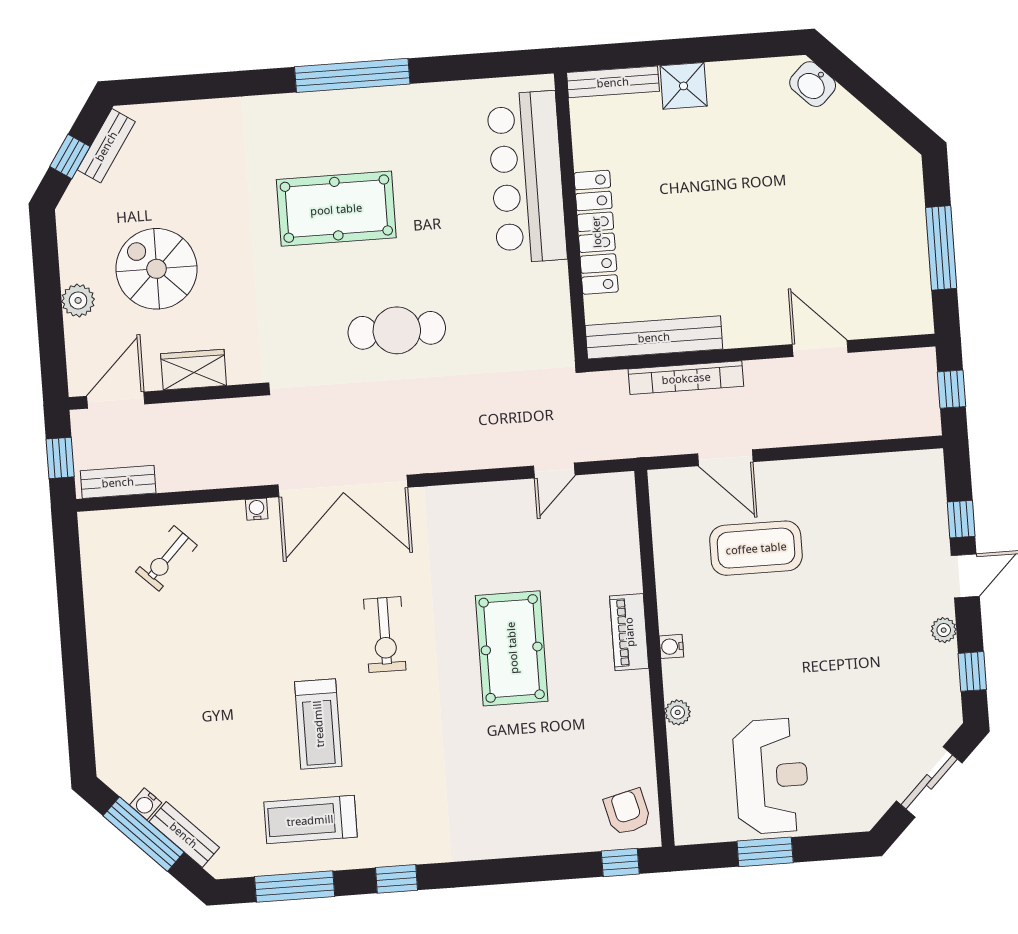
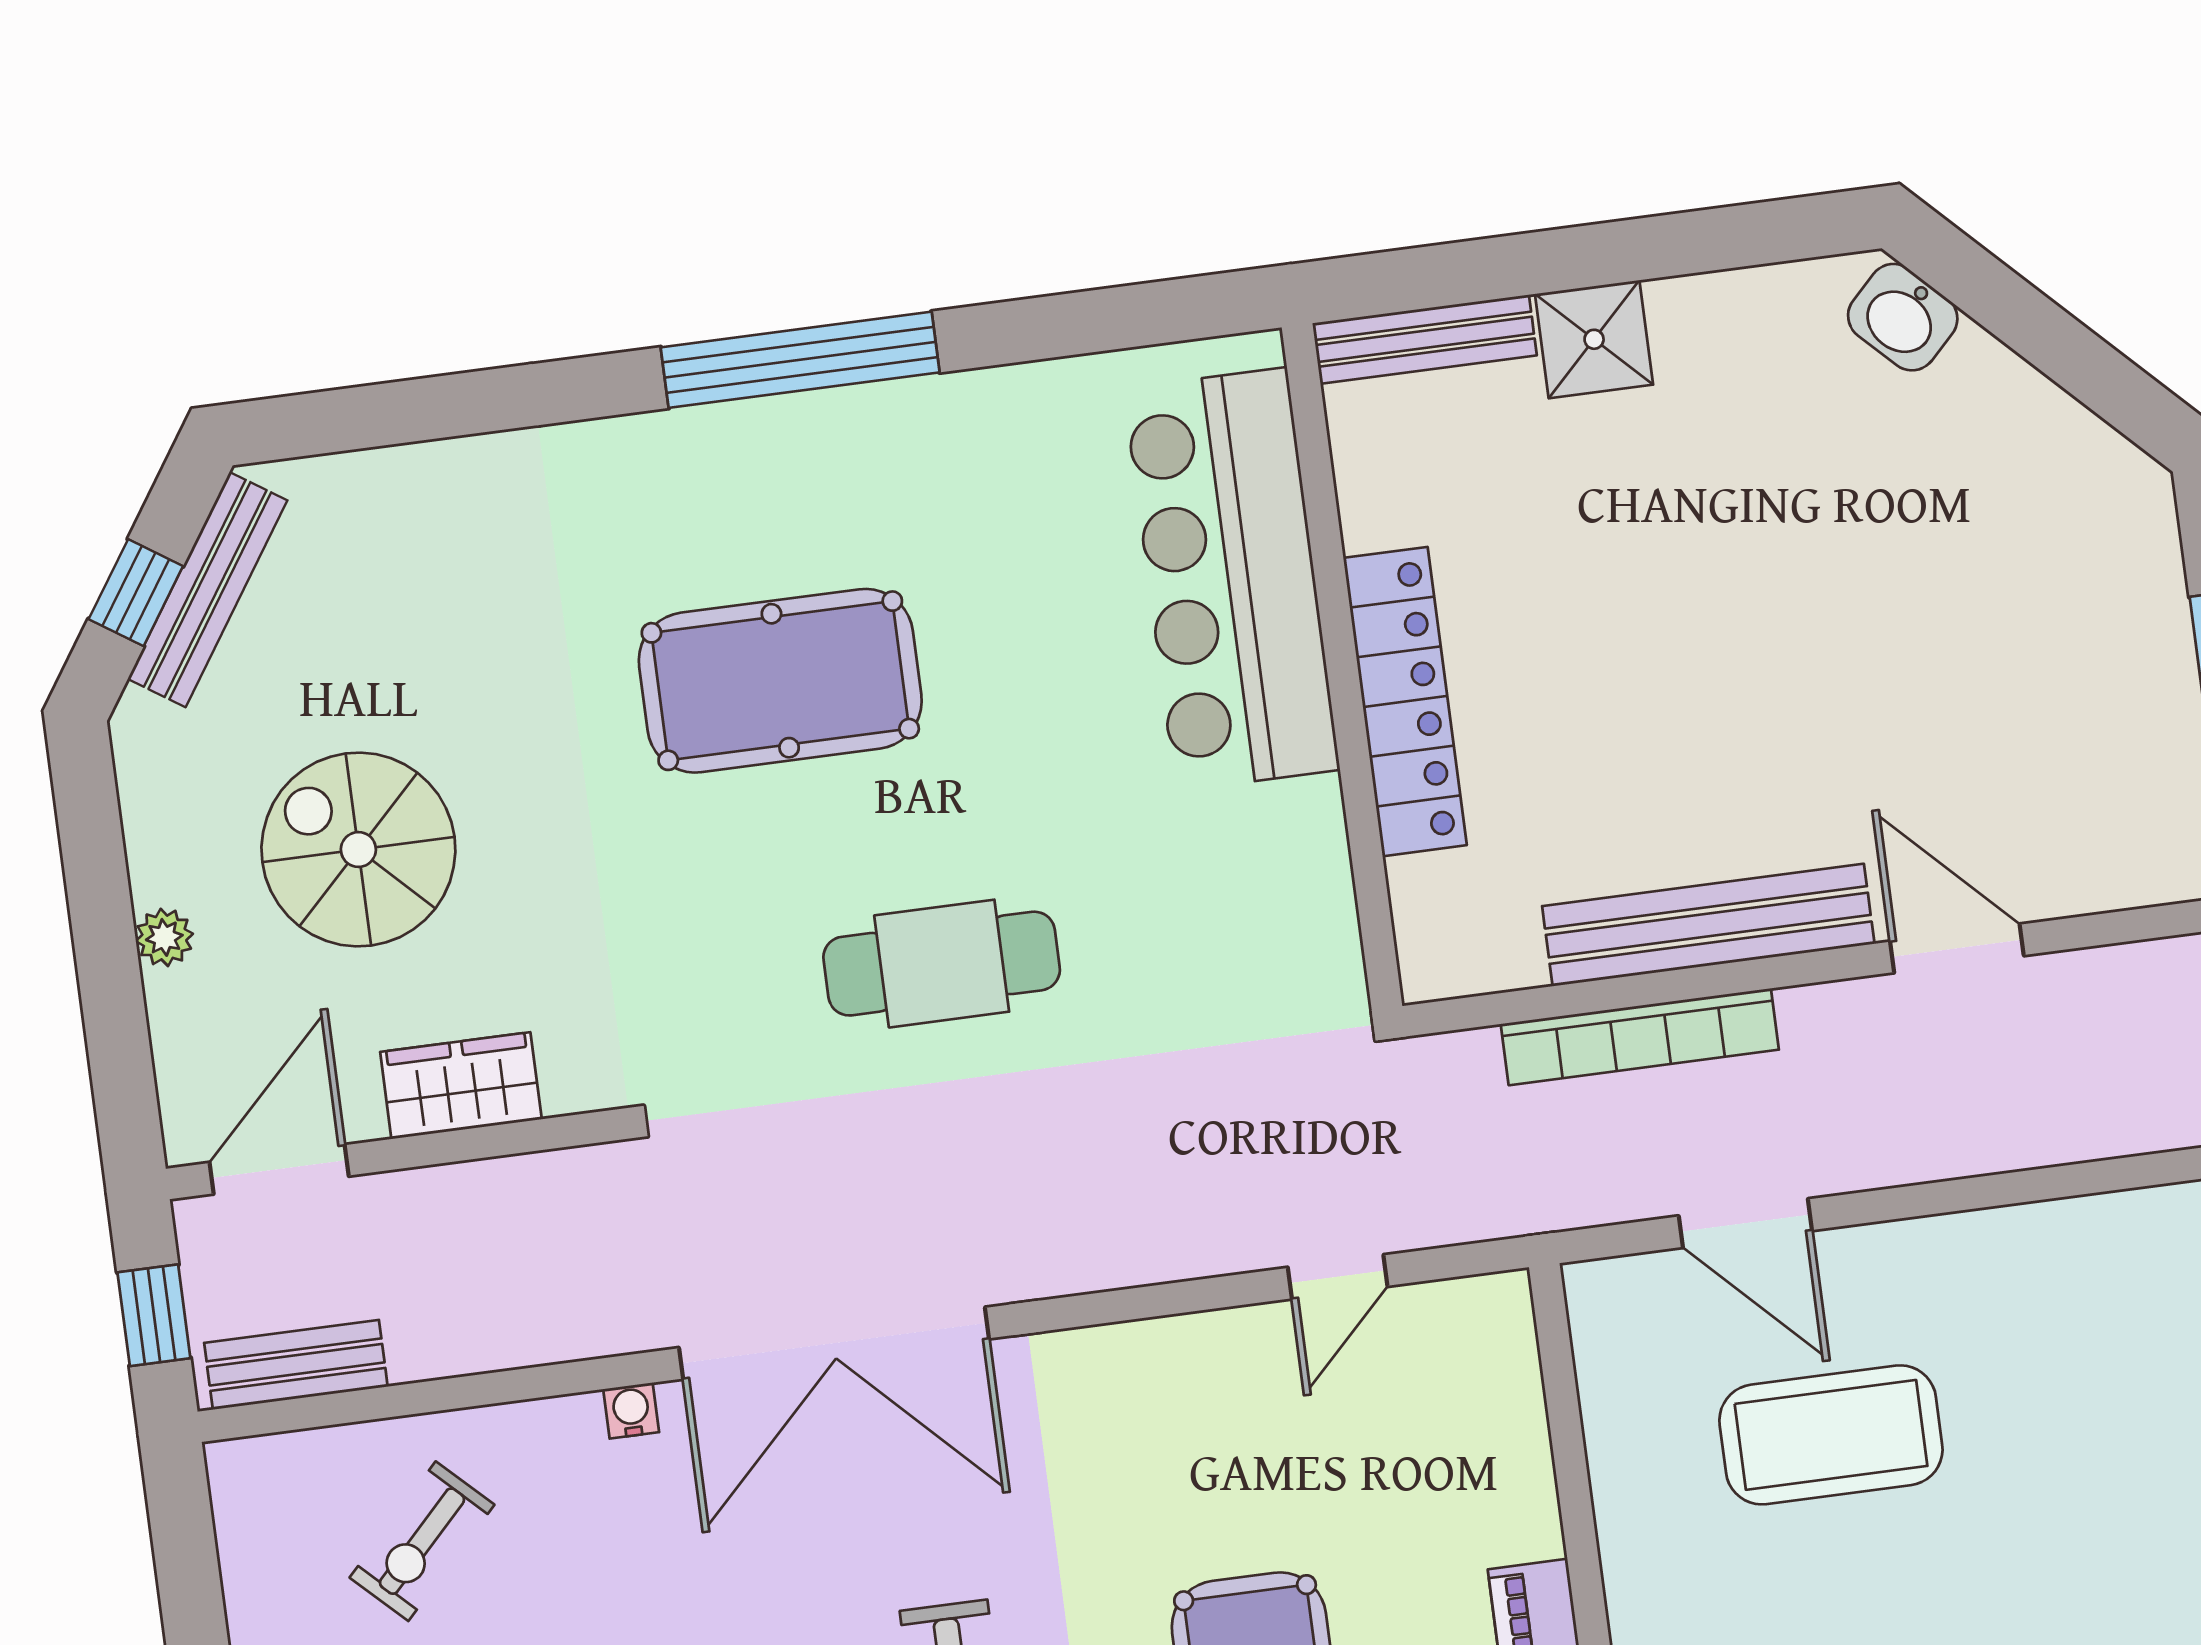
bench: (106, 146) -> (207, 590), width x1.36
plant: (78, 300) -> (164, 937), width x0.73, depth x0.73
bench: (654, 337) -> (1708, 925), moved

